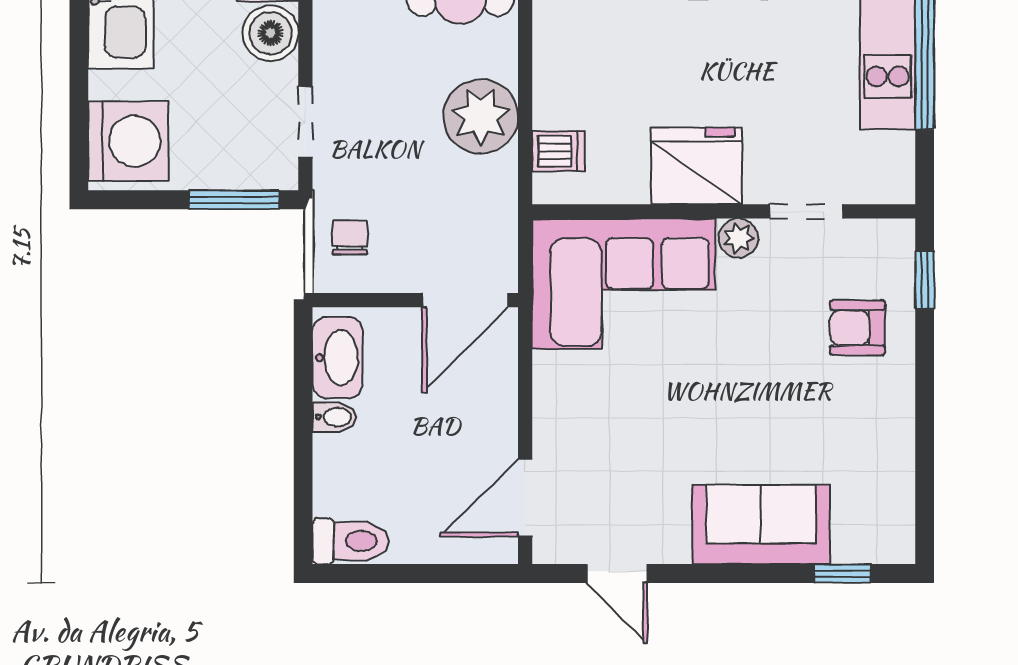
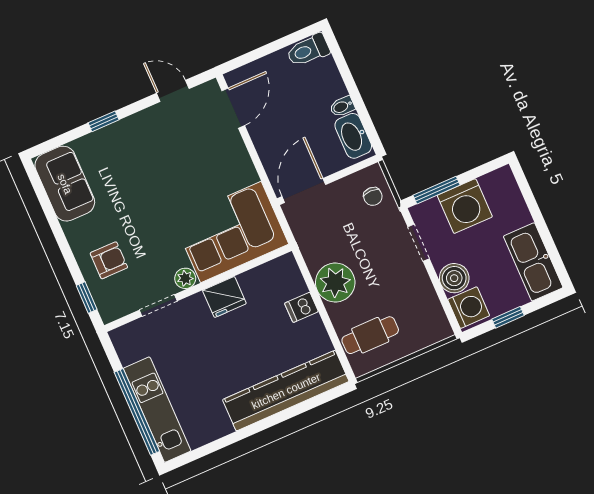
washing machine: (128, 141) -> (465, 206), moved, turned -90
dishwasher: (558, 151) -> (301, 307), moved
fridge: (697, 166) -> (224, 297), width x0.73, depth x0.75
sofa: (761, 525) -> (65, 184), moved, turned -90
window: (843, 574) -> (104, 121), moved

